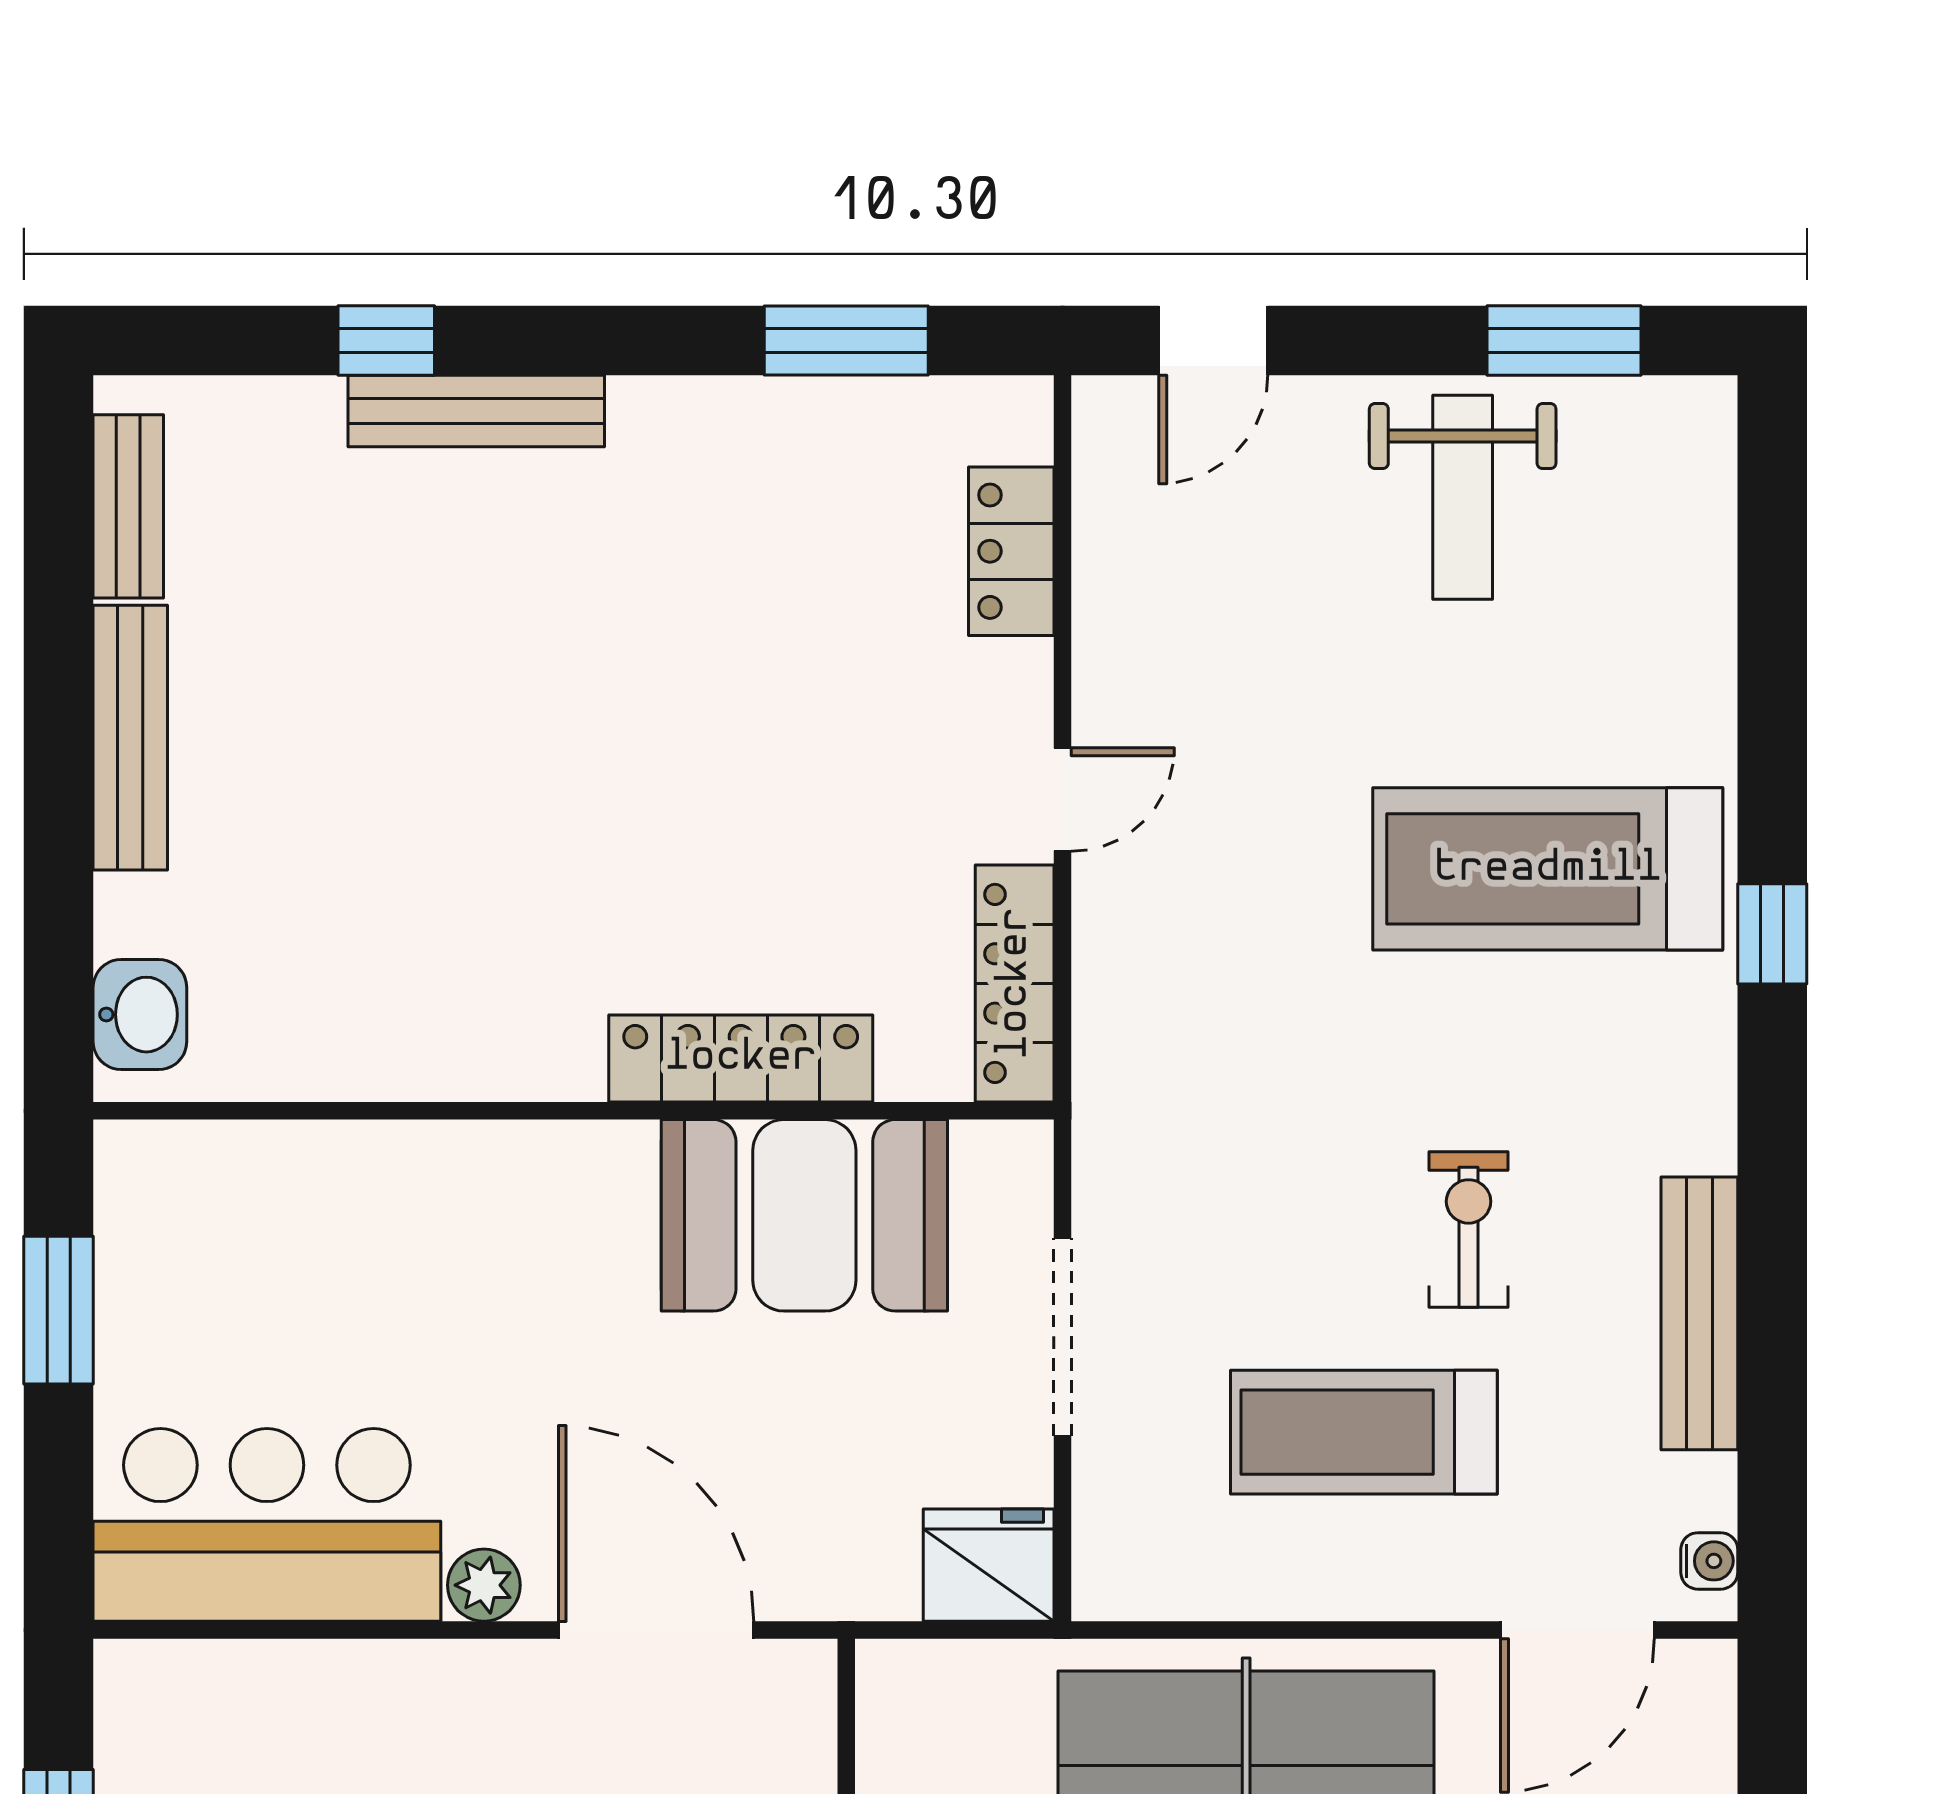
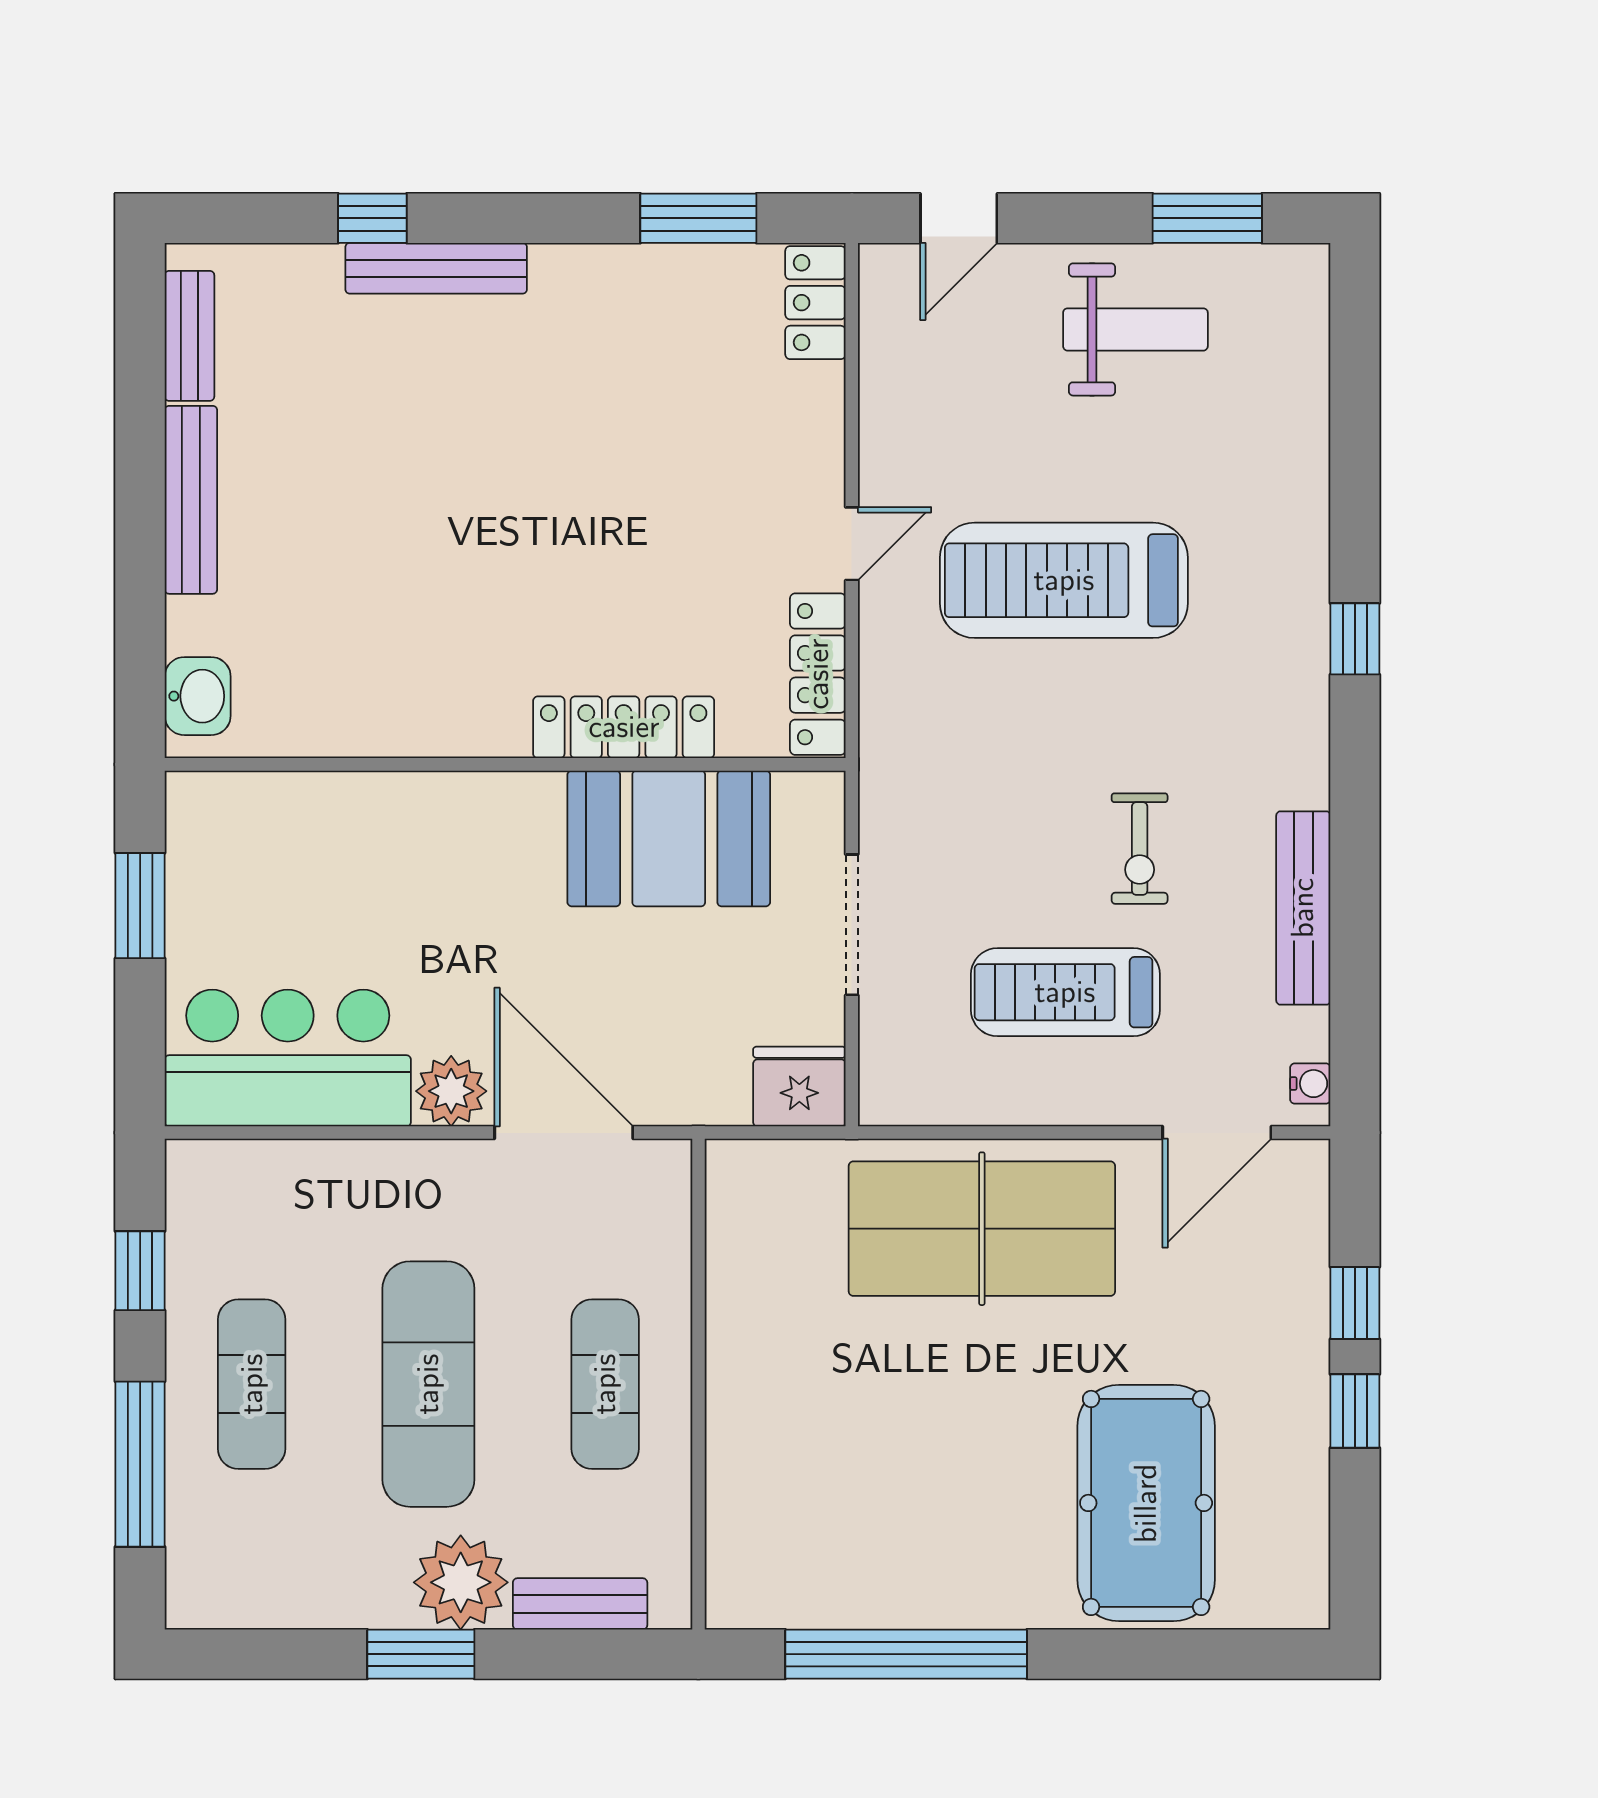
weight bench: (1463, 497) -> (1135, 329), turned -90
locker: (1011, 551) -> (815, 303), moved
treadmill: (1548, 869) -> (1064, 580), moved
exercise bike: (1469, 1230) -> (1140, 849), turned 180
plant: (484, 1585) -> (451, 1091), width x1.38, depth x1.38

